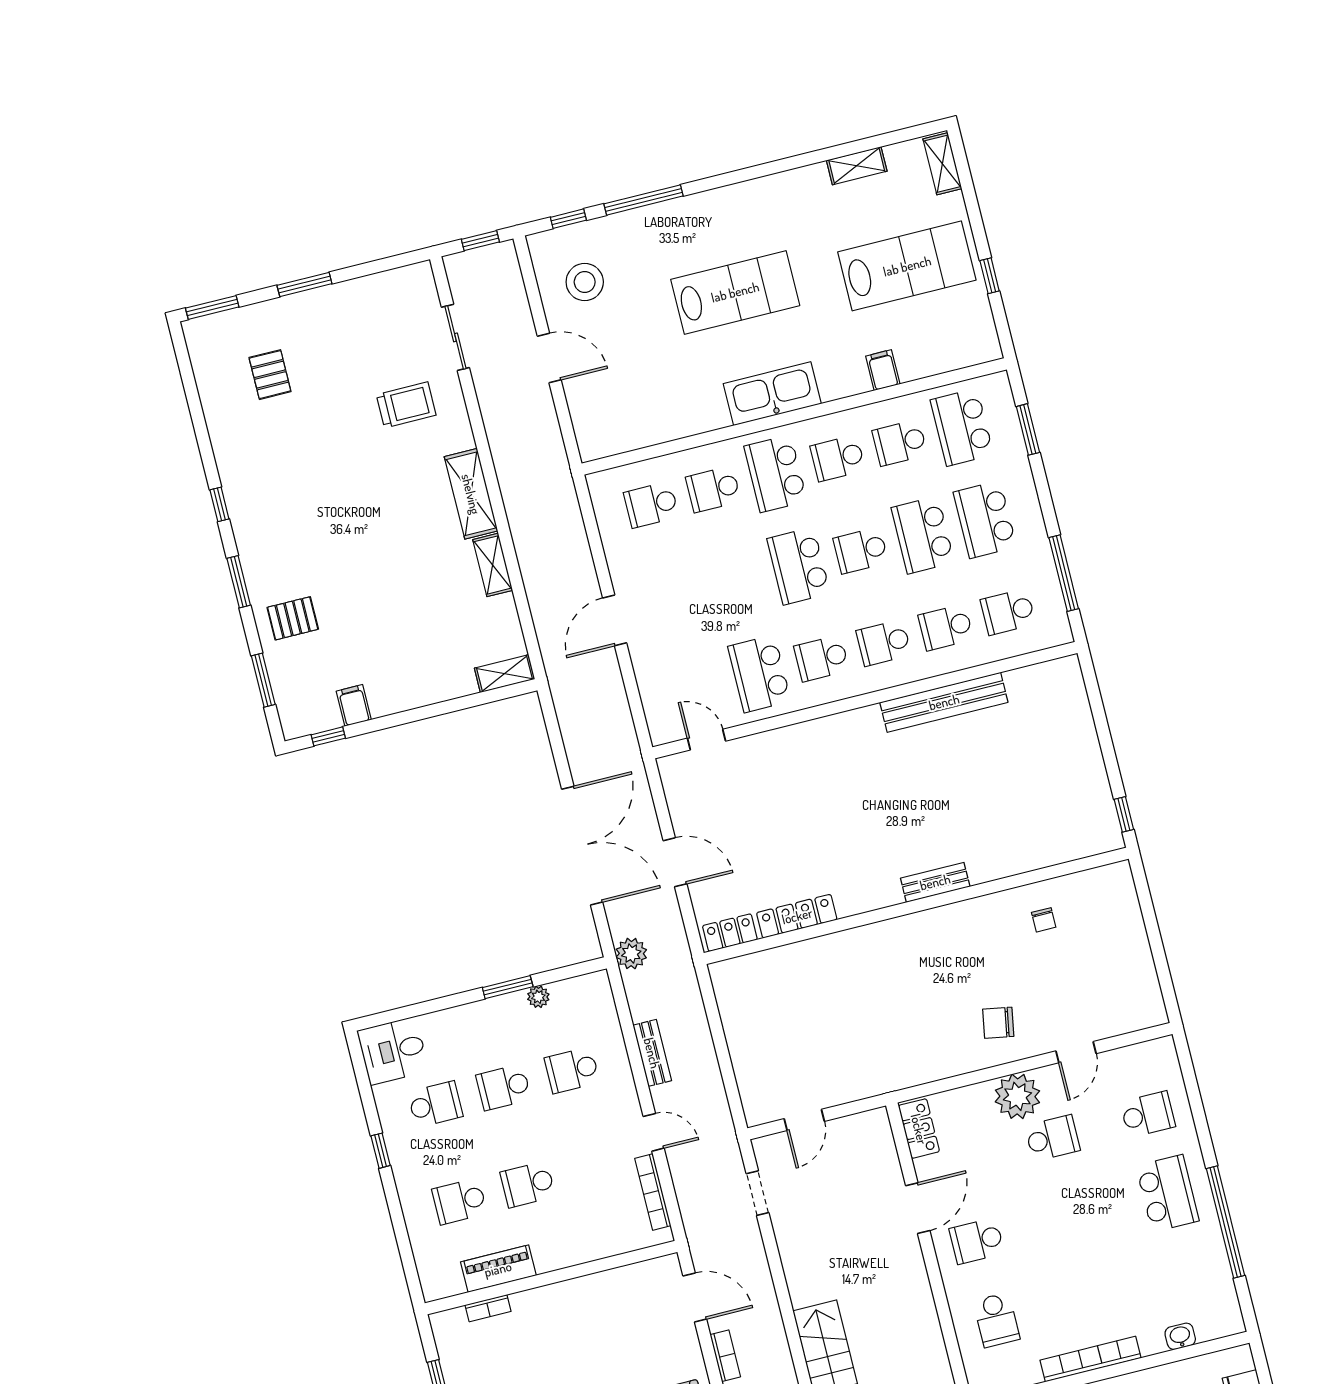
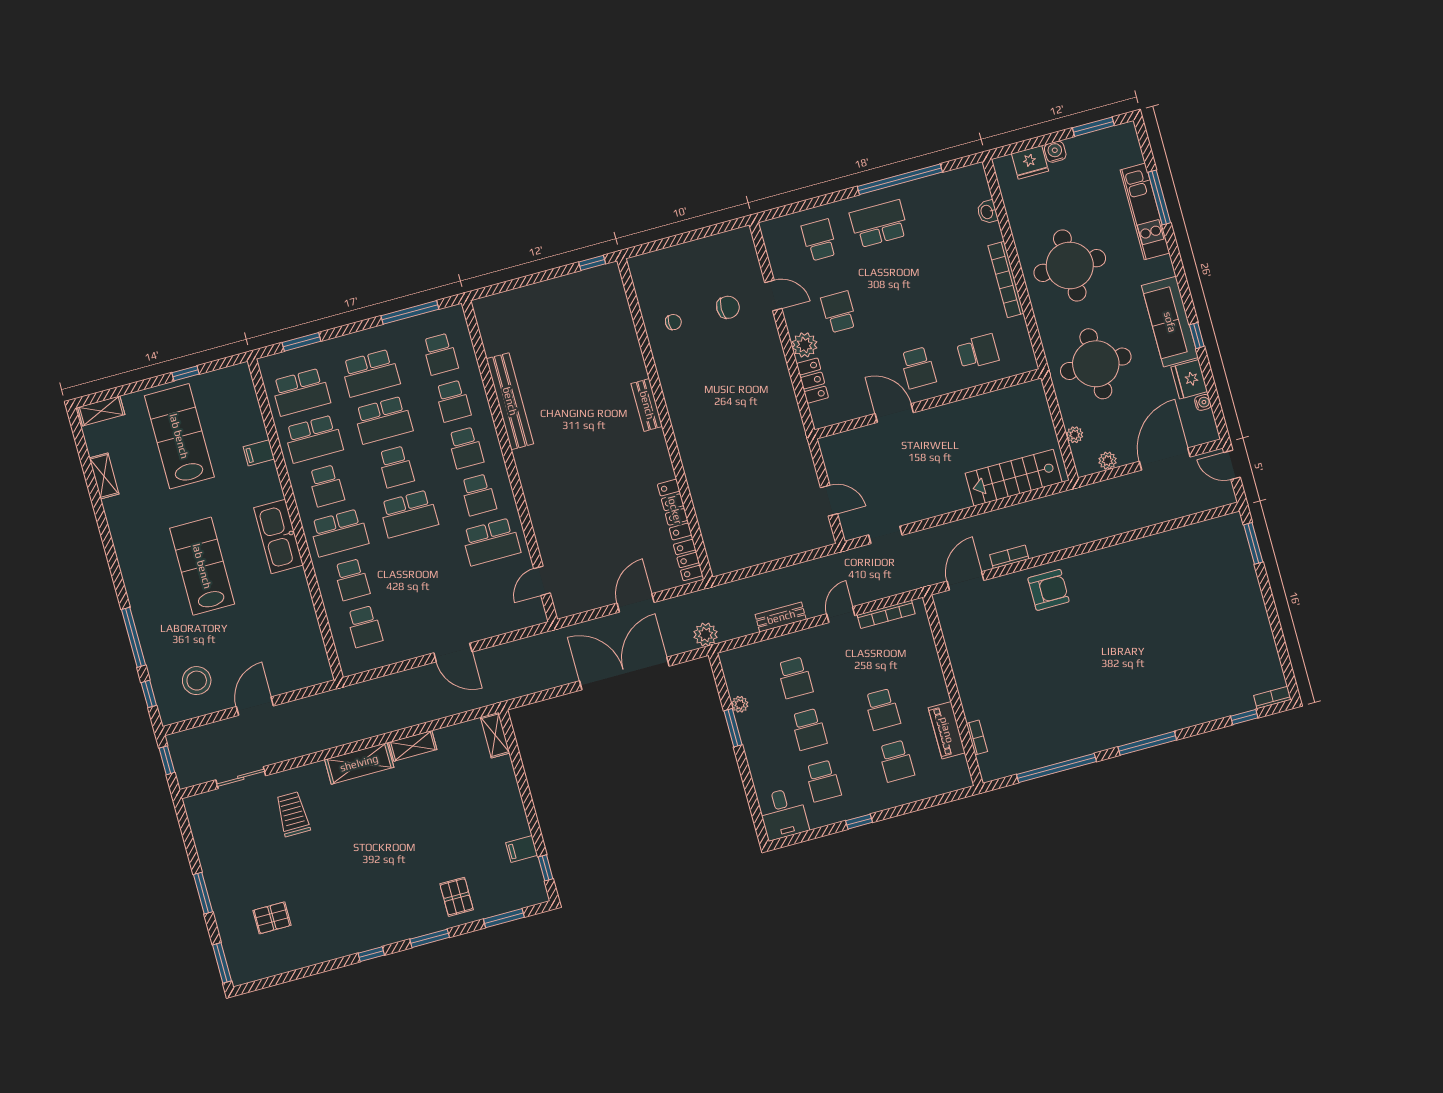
school desk: (900, 443) -> (314, 439), width x1.85
chair: (998, 1023) -> (728, 307), moved, turned -100
plant: (1017, 1096) -> (805, 345), width x0.73, depth x0.73
school desk: (435, 1104) -> (823, 781), turned 180
locker: (919, 1129) -> (812, 381), moved, turned 90

